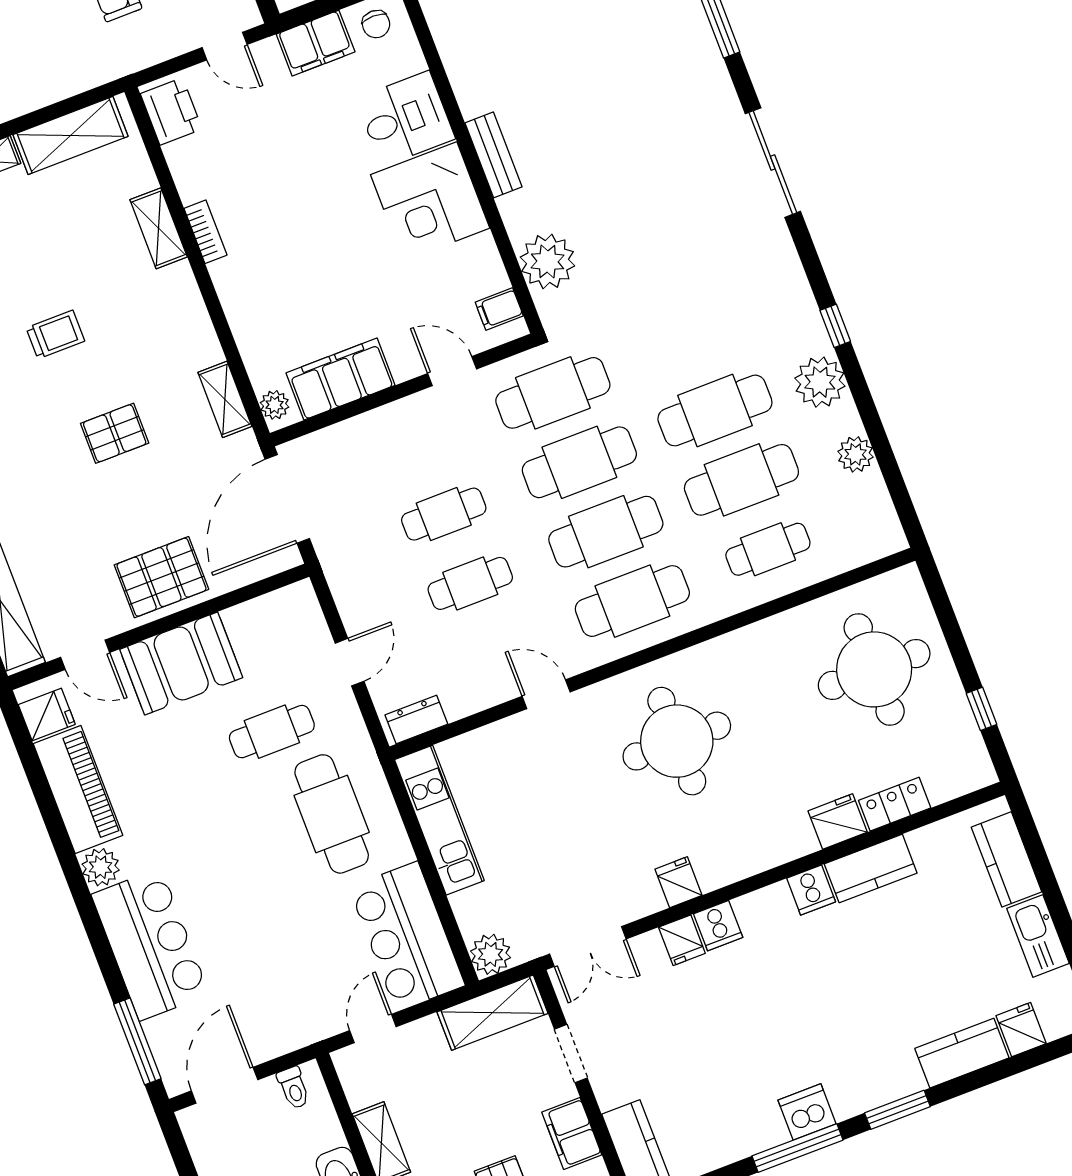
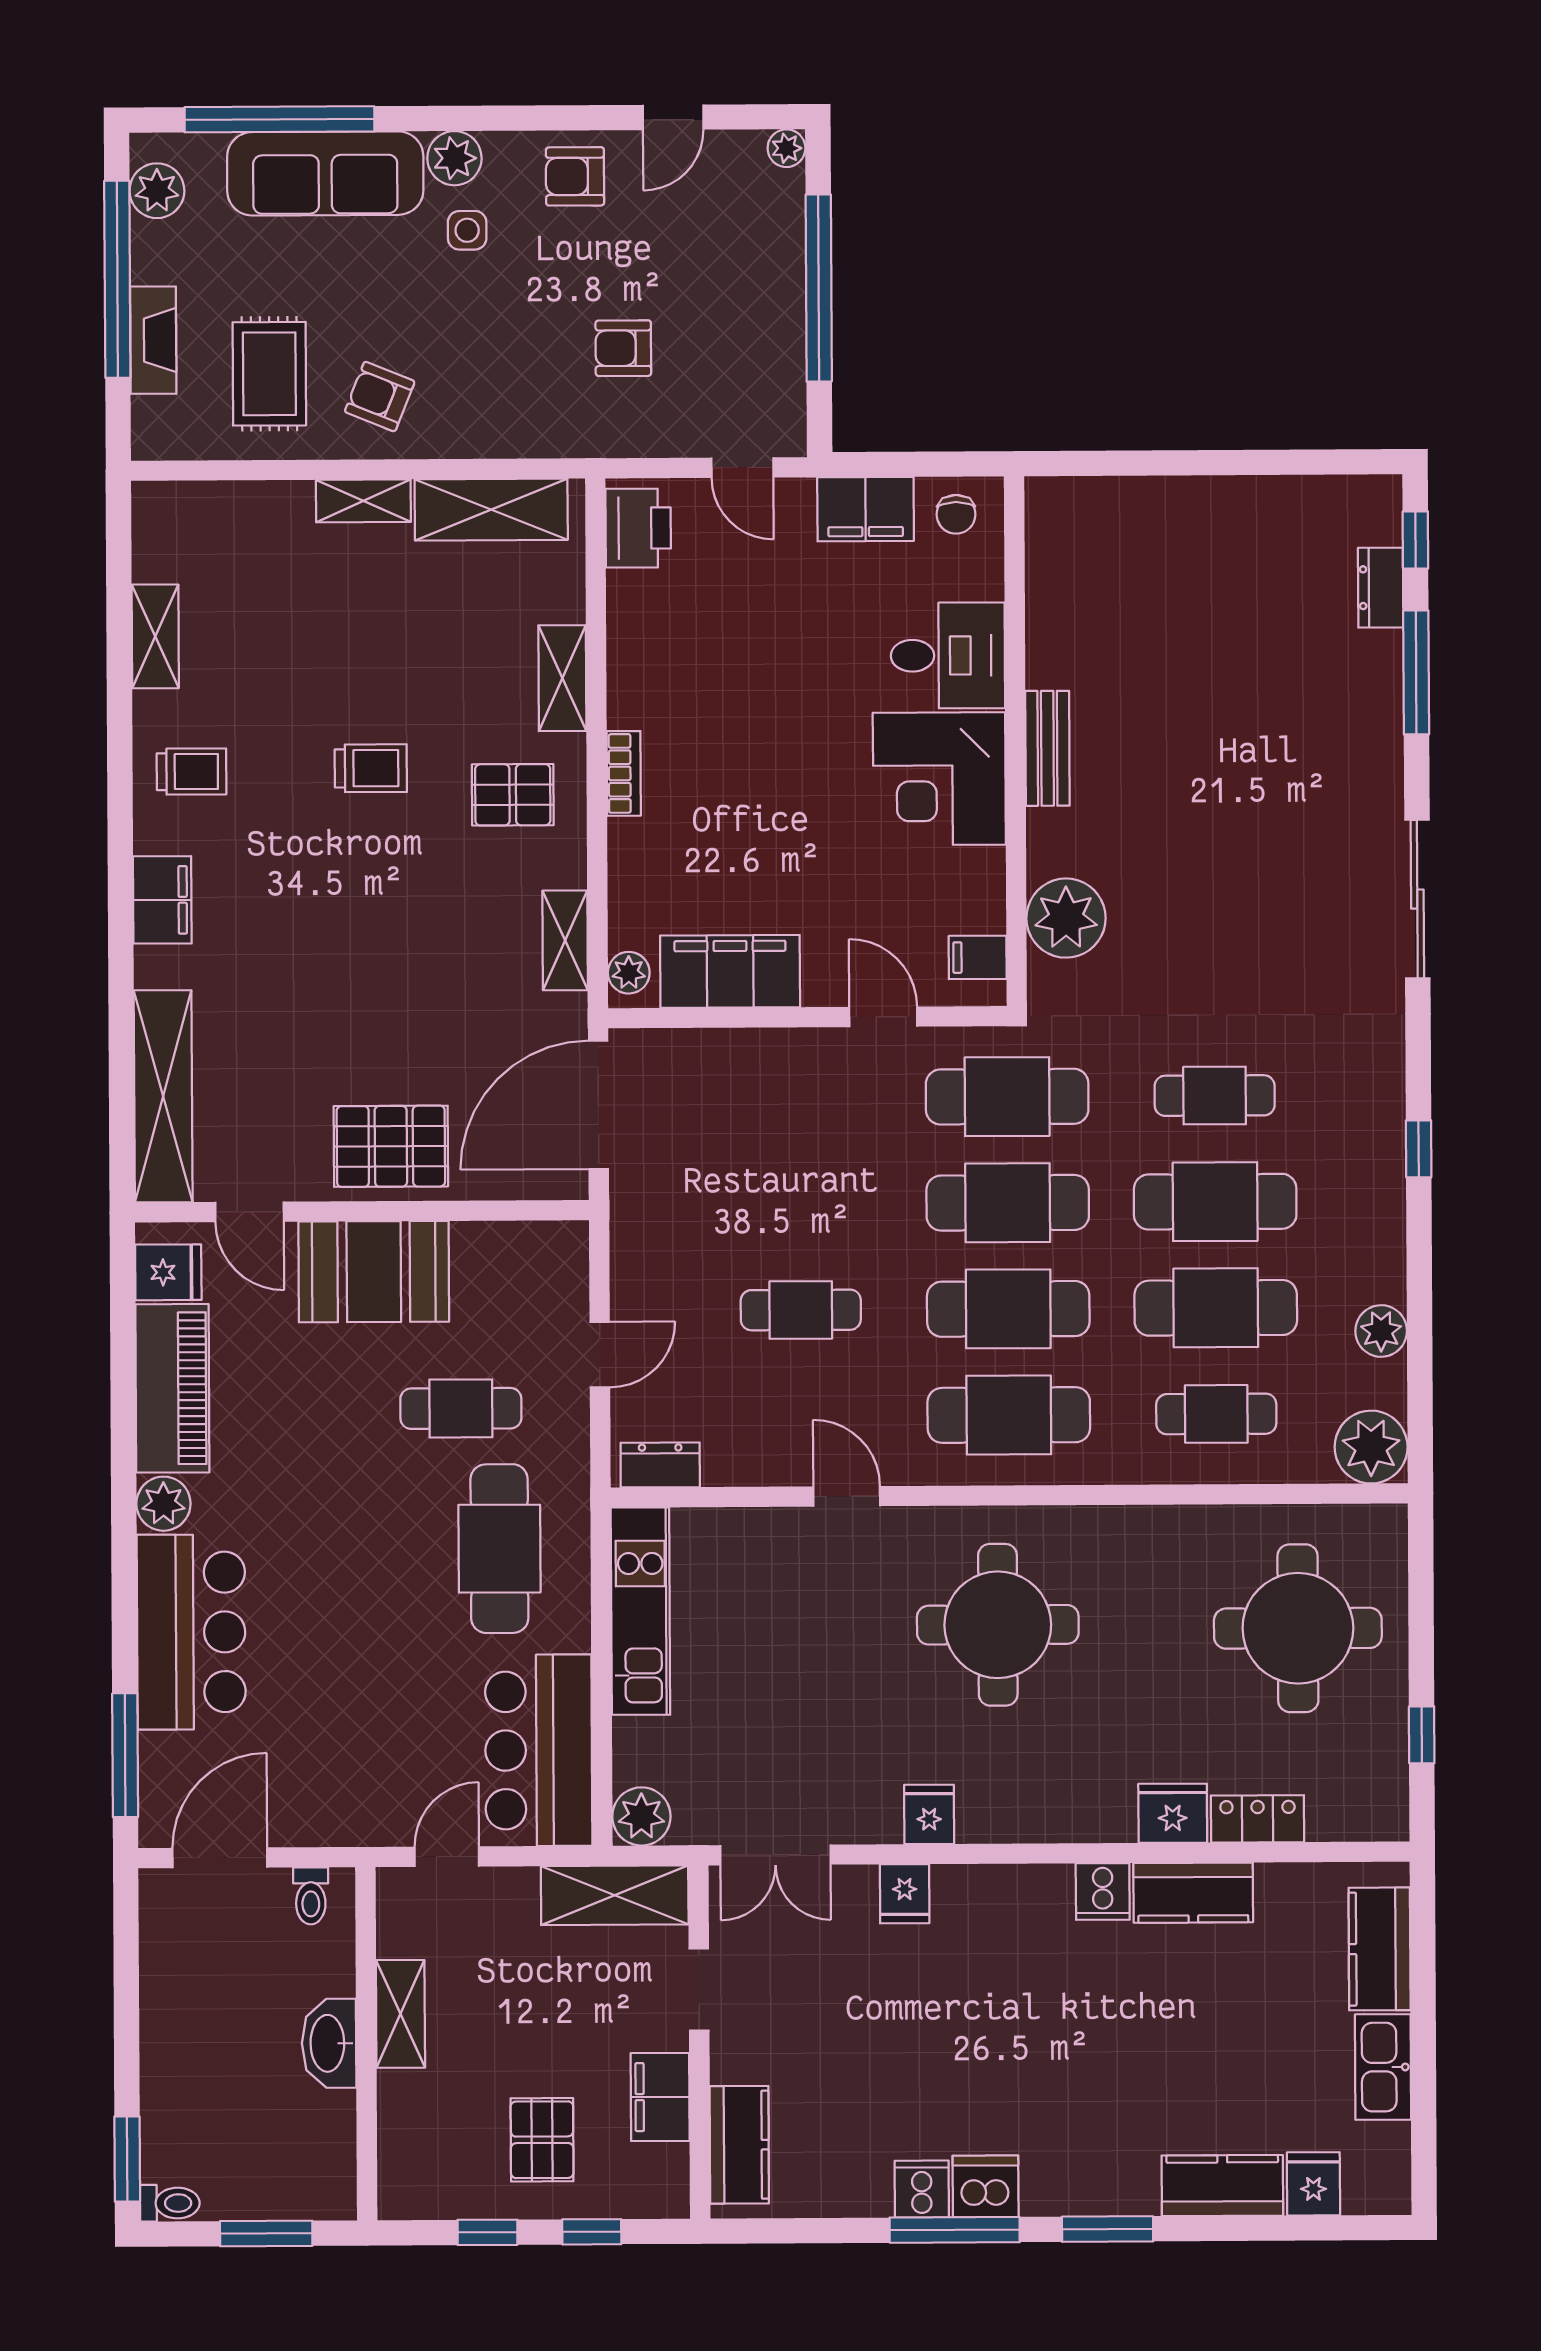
bookcase: (205, 232) -> (624, 773), moved
plant: (820, 382) -> (1371, 1447), moved
pallet: (115, 433) -> (513, 795), moved
cafe table: (444, 514) -> (1215, 1096), moved
cooker: (718, 926) -> (922, 2189), moved, turned 180

